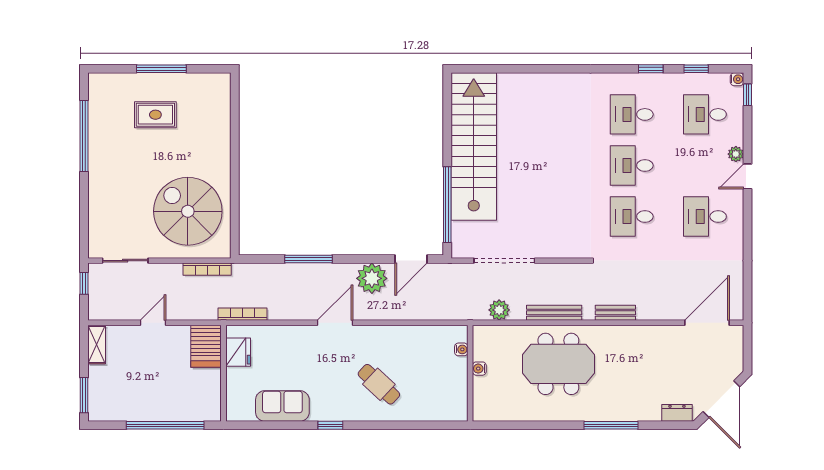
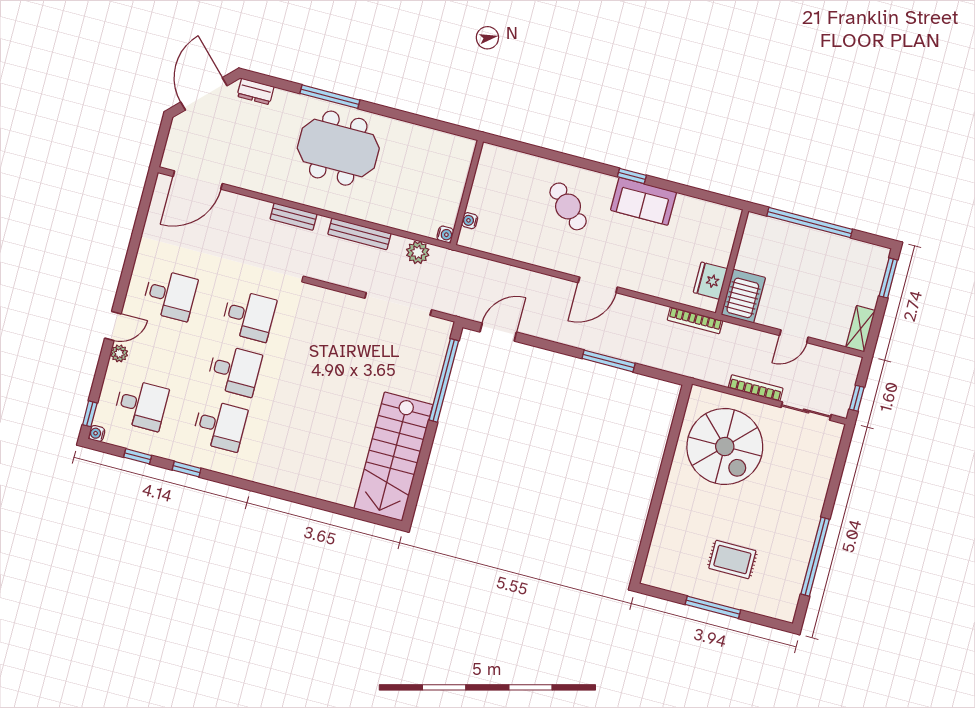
stairs: (474, 147) -> (393, 457), width x0.73
bookcase: (207, 269) -> (756, 388), moved
plant: (372, 278) -> (546, 322), removed
meeting table: (558, 364) -> (338, 148), moved
water cooler: (479, 369) -> (445, 234), moved
sofa: (282, 406) -> (643, 201), moved

